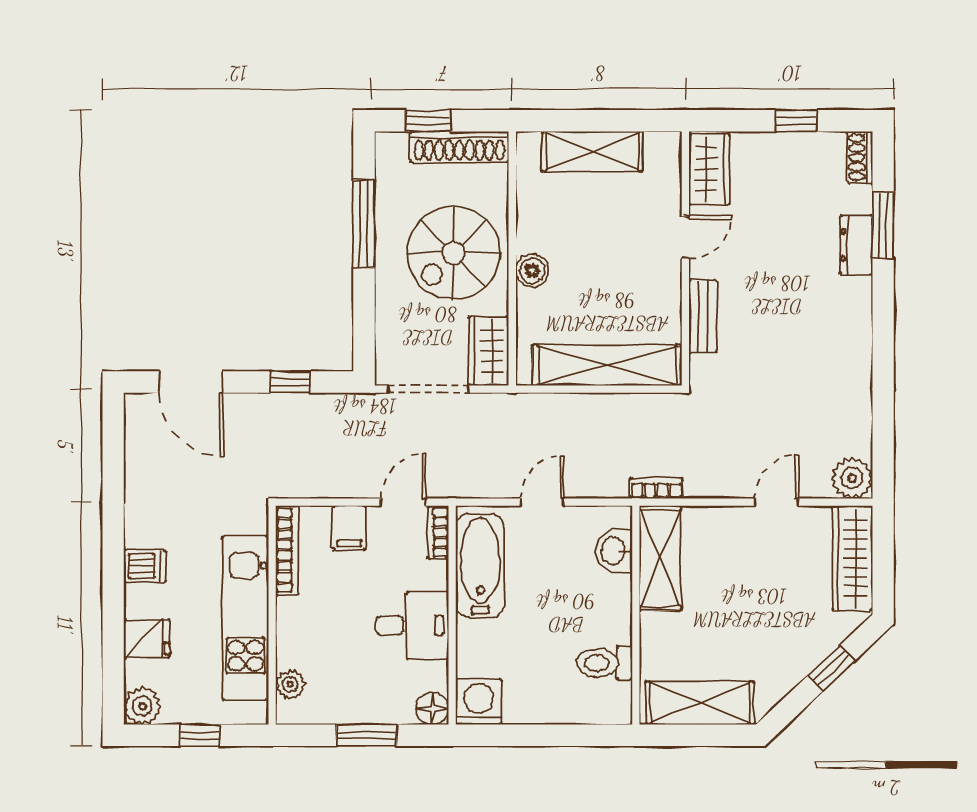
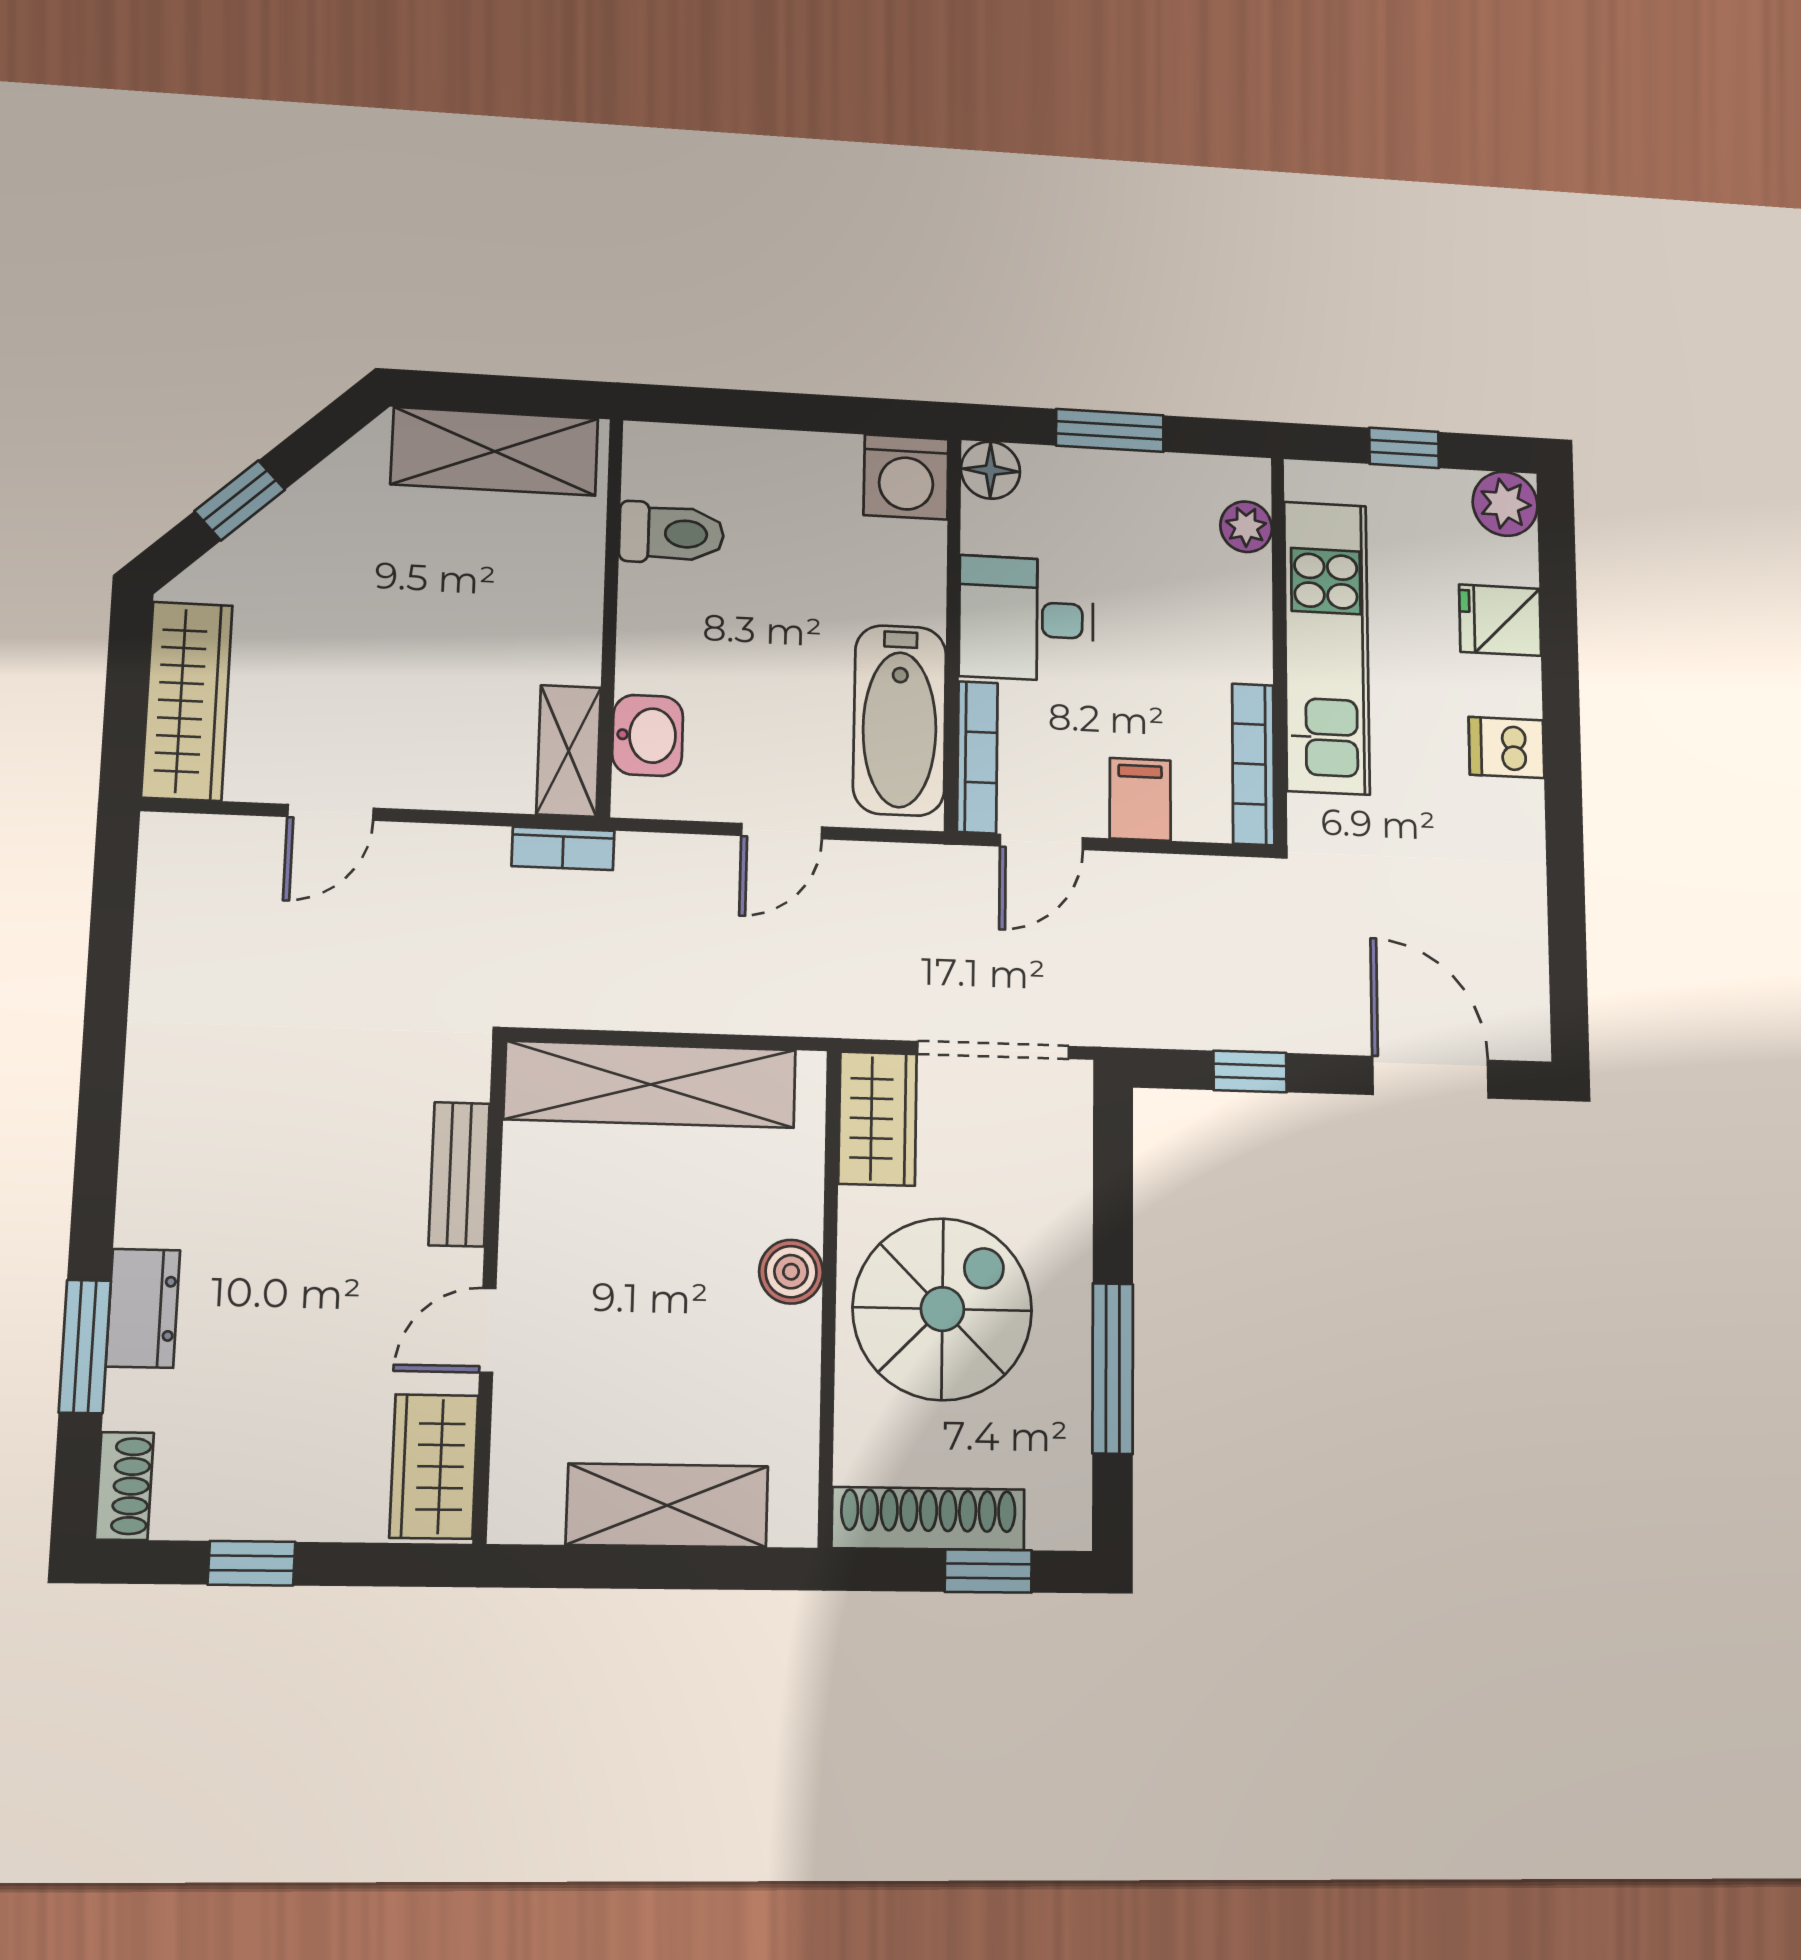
plant: (852, 478) -> (178, 852), removed
bookcase: (438, 532) -> (977, 757), width x1.56
shelving: (660, 558) -> (569, 751), width x0.67, depth x0.75

